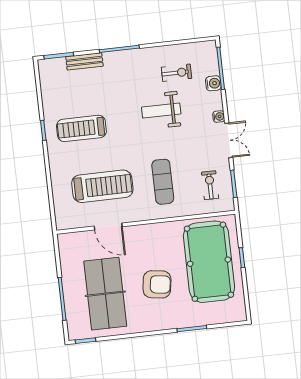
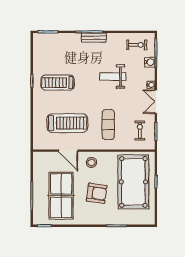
bench: (84, 61) -> (94, 38), moved
exercise bike: (177, 73) -> (137, 45), moved
double door: (229, 140) -> (156, 102), swing flipped
stool: (144, 240) -> (91, 162), added

